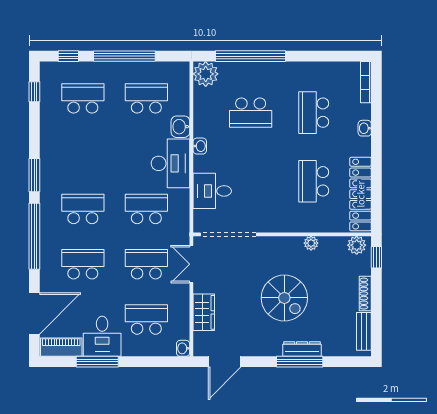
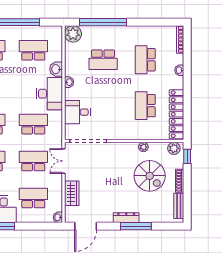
spiral stairs: (284, 298) -> (150, 176), moved
dresser: (302, 349) -> (126, 218), moved

